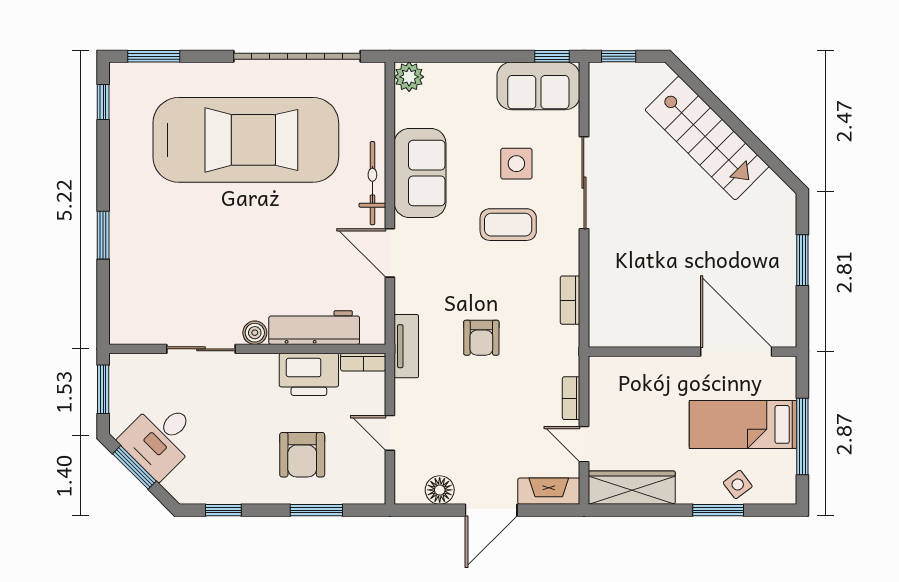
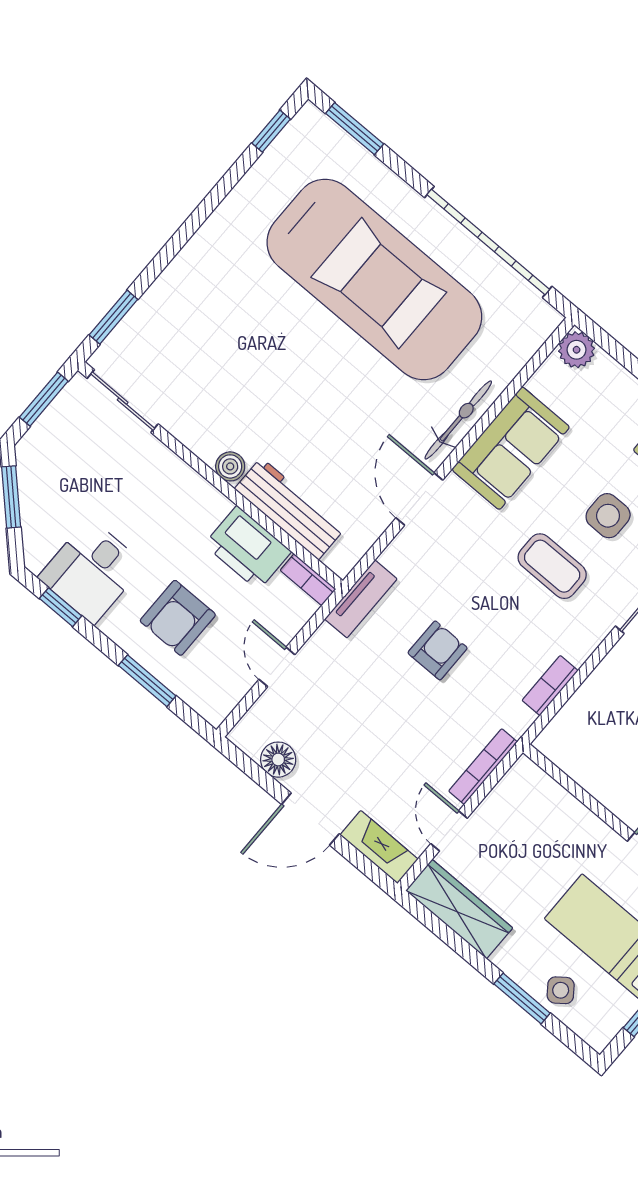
window: (103, 235) -> (113, 317), moved
armchair: (481, 338) -> (438, 650), turned 180
sliding door: (201, 349) -> (123, 401), moved
bookcase: (571, 398) -> (483, 767), width x1.56
desk: (160, 439) -> (91, 571), moved, turned -45

